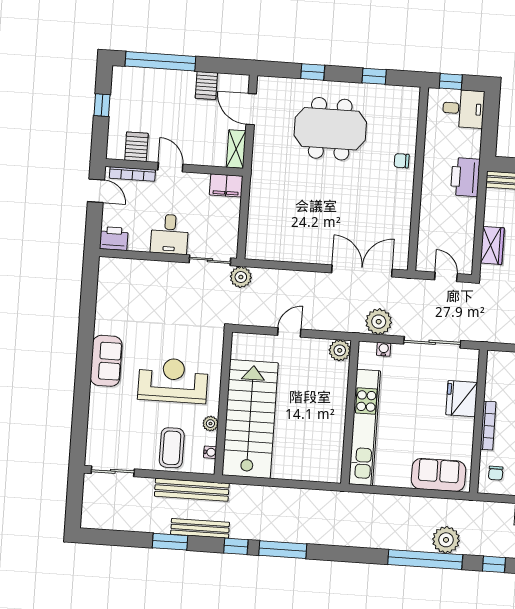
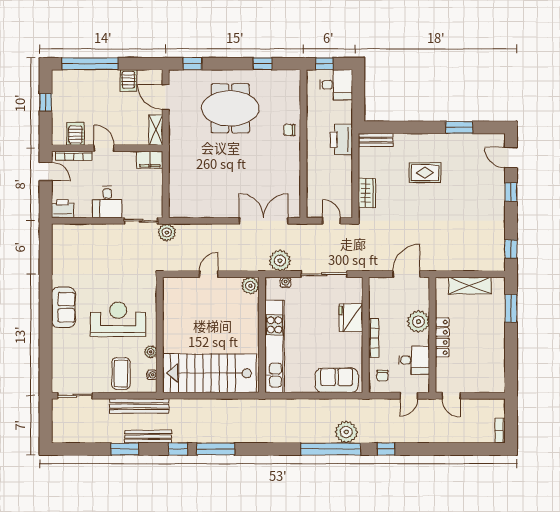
window: (313, 72) -> (192, 64), moved
stairs: (250, 419) -> (209, 373), moved, turned -90

